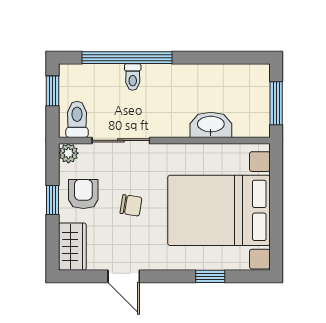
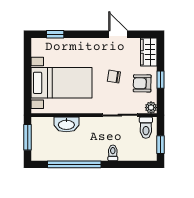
window: (127, 58) -> (74, 164), moved
armchair: (83, 194) -> (142, 83), turned 91
bed with nightstands: (219, 210) -> (62, 83), width x0.73
window: (210, 276) -> (55, 34), moved

